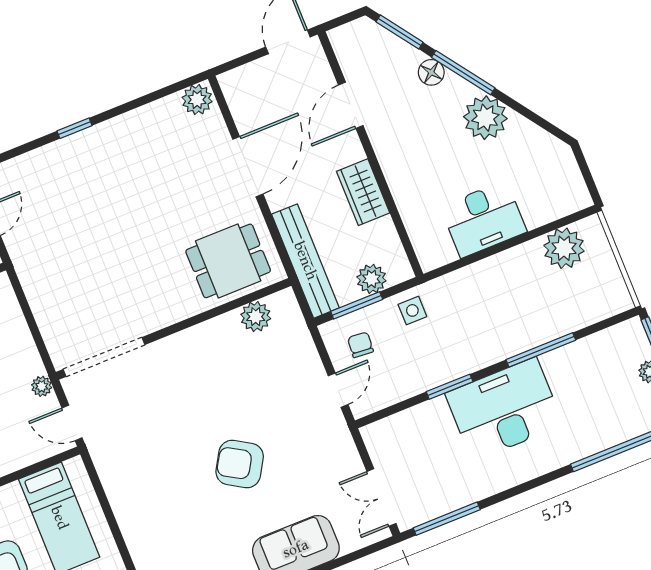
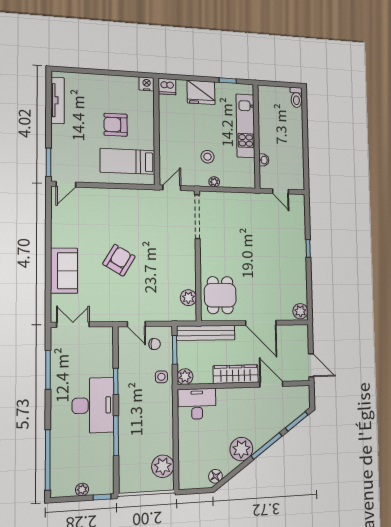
floor lamp: (431, 72) -> (215, 476), moved
wardrobe: (363, 192) -> (236, 374), width x1.50
desk: (484, 219) -> (197, 404), moved, turned 90
plant: (371, 279) -> (185, 377), moved
plant: (42, 386) -> (214, 182), moved
window: (447, 519) -> (48, 370), moved

